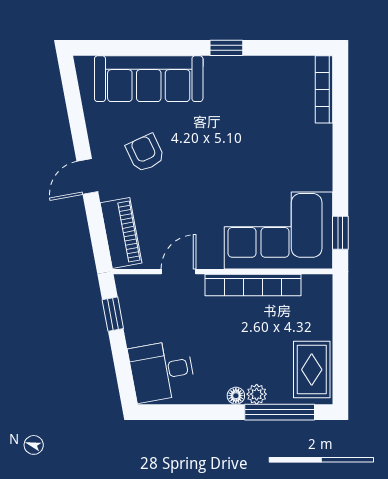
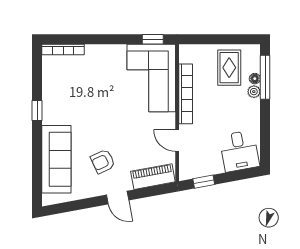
rug: (312, 370) -> (229, 68), moved, turned 90
floor lamp: (236, 396) -> (255, 79), moved

